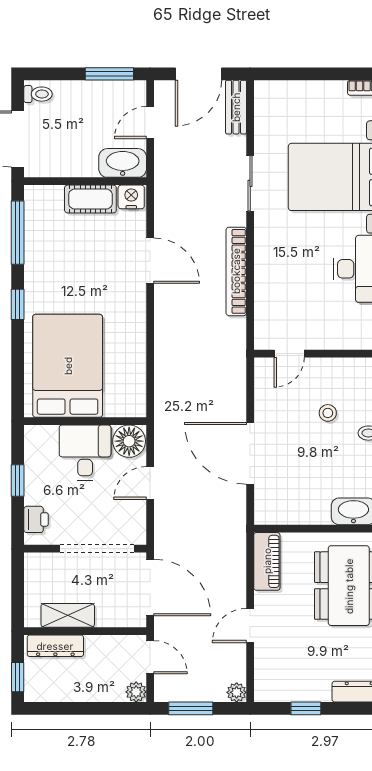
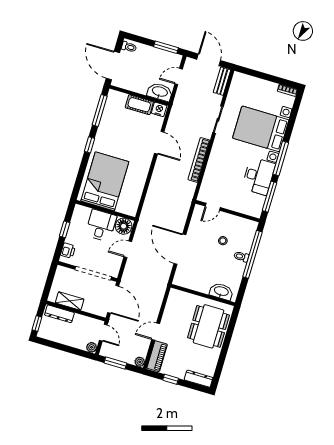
door: (198, 74) -> (209, 60), swing flipped
piano: (267, 561) -> (157, 356), moved

